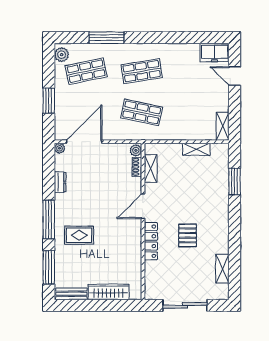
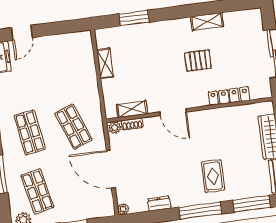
shop shelf: (142, 112) -> (73, 127), turned -33
shelving: (223, 126) -> (77, 38), removed
door: (84, 142) -> (111, 169), moved
locker: (151, 241) -> (229, 96), moved
shelving: (222, 269) -> (207, 22), moved

